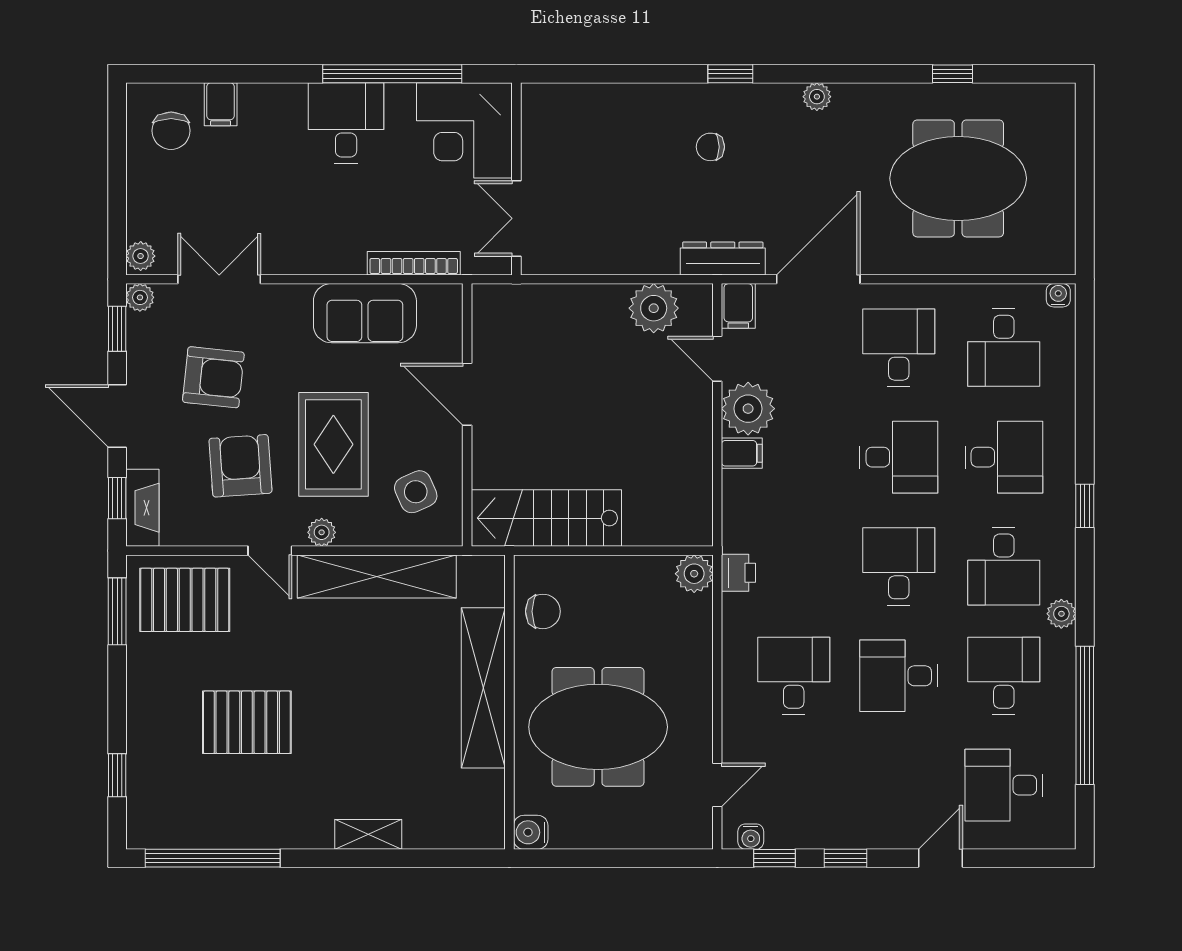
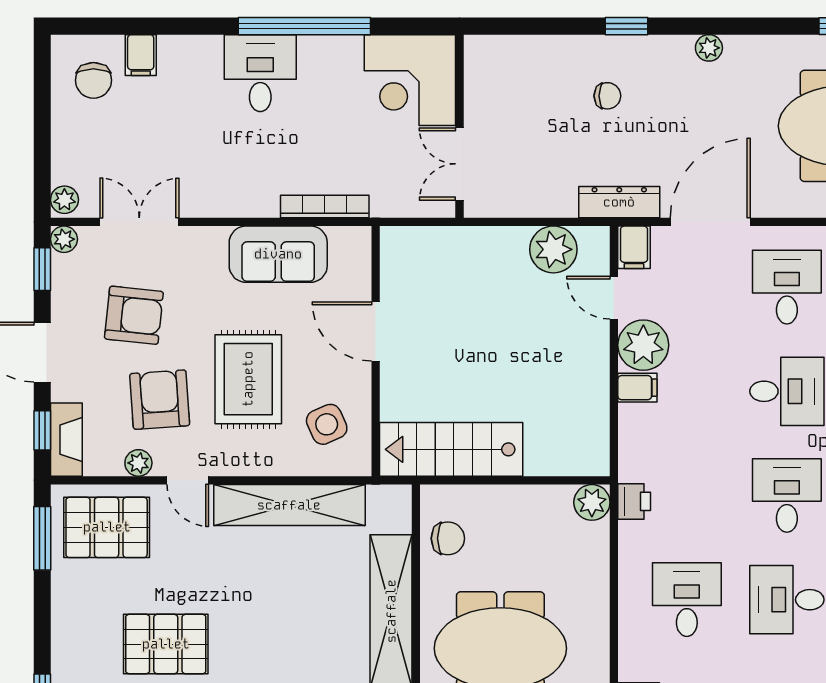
corner desk: (464, 130) -> (410, 80), moved
chair: (710, 147) -> (607, 96), turned 180
wall: (516, 179) -> (460, 126), moved
double door: (516, 218) -> (460, 164), moved
plant: (322, 532) -> (138, 463), moved

